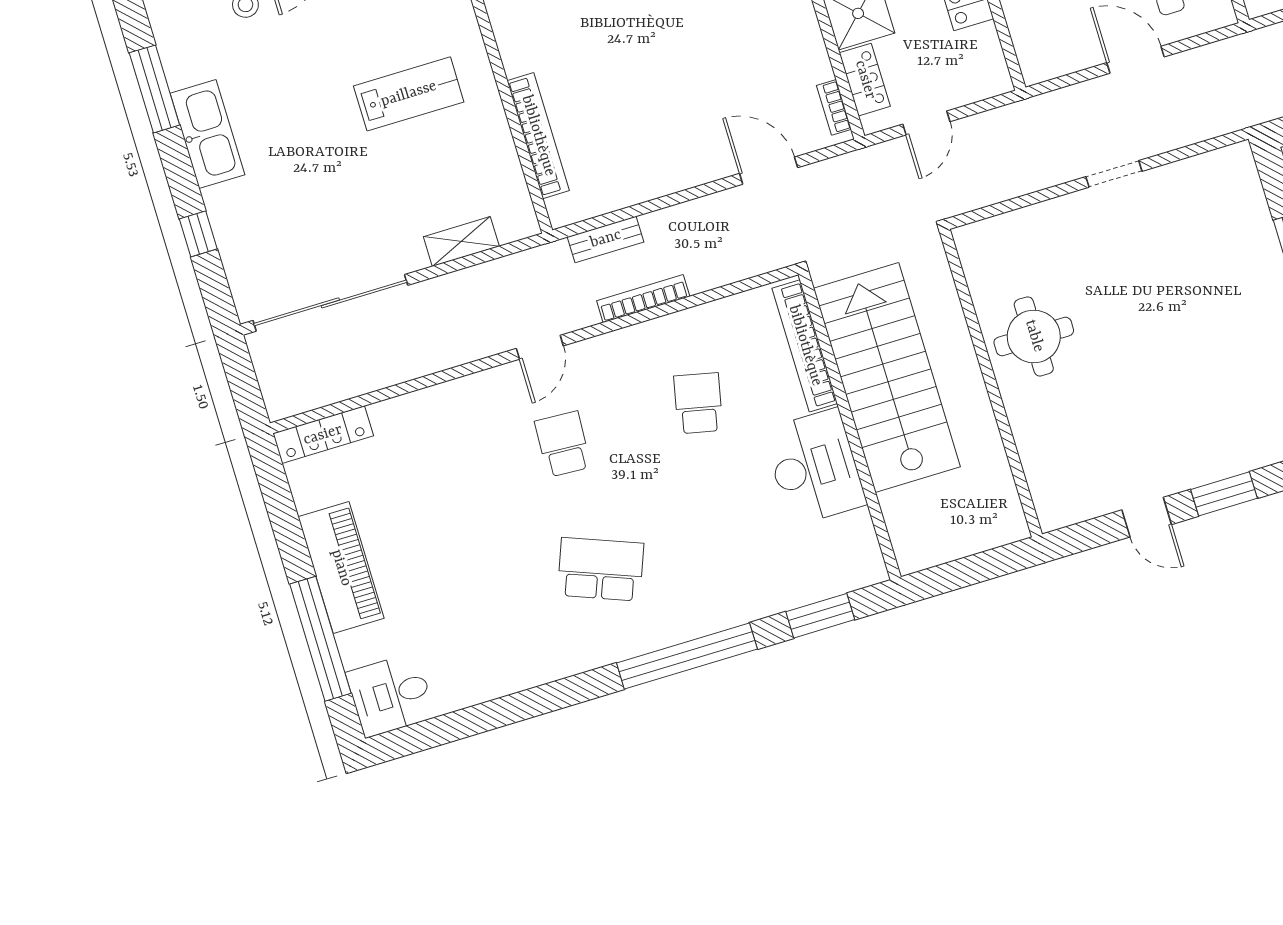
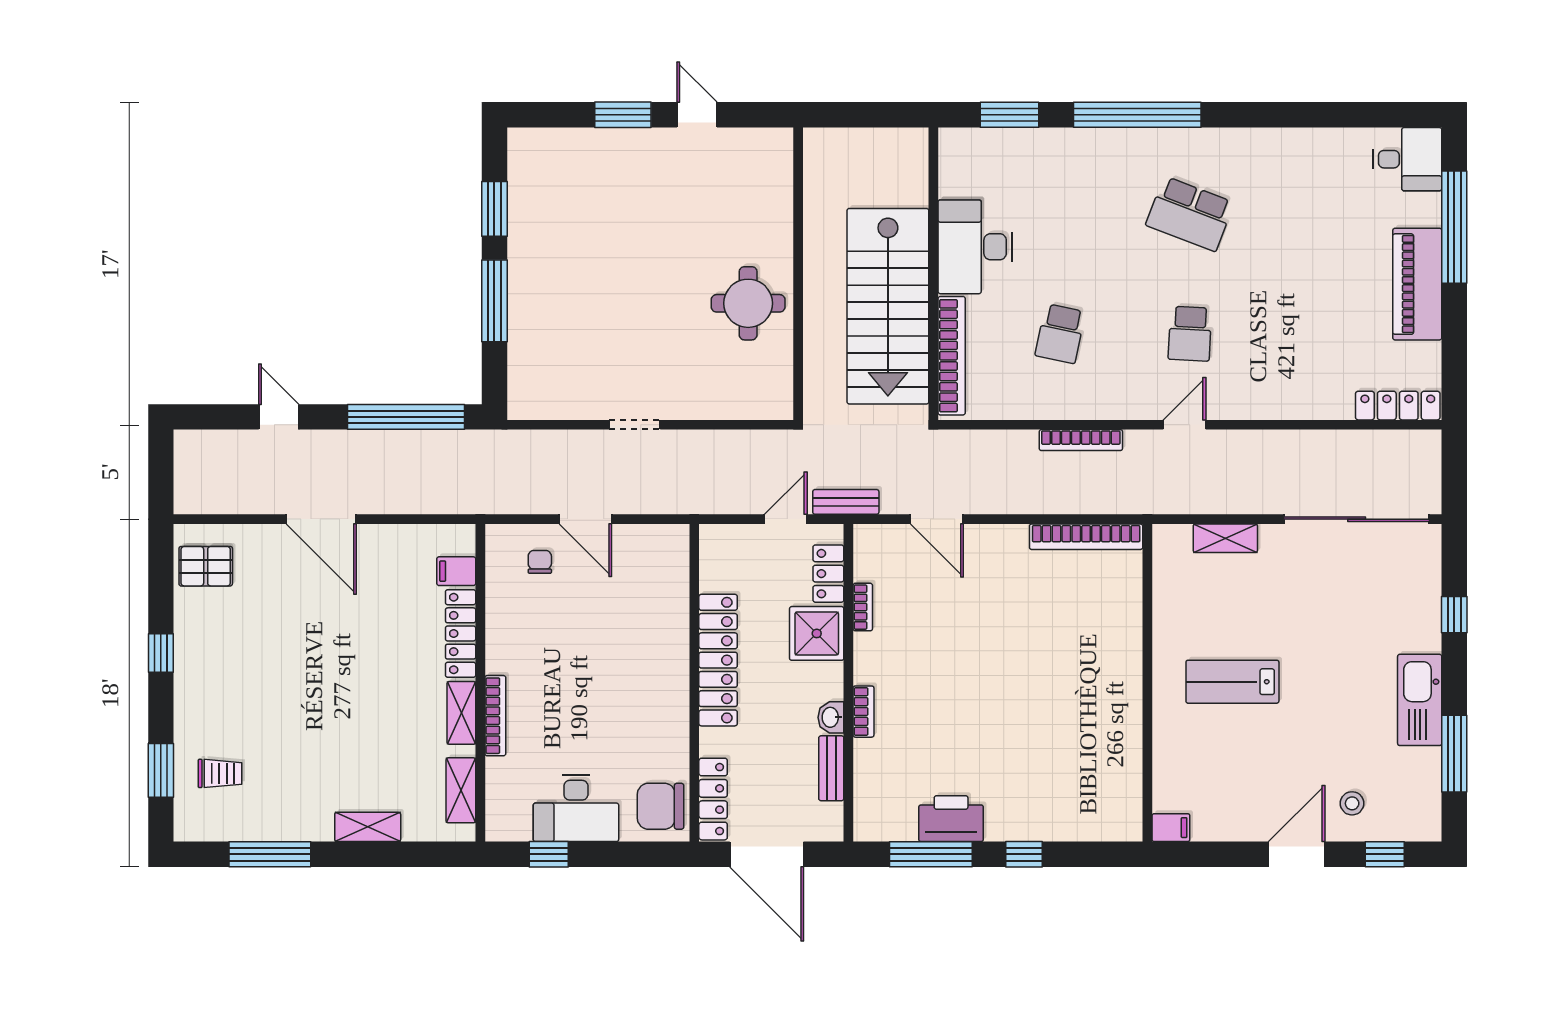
bookcase: (834, 107) -> (863, 607), moved
bookcase: (538, 136) -> (1086, 537), moved, turned -90
bench: (606, 239) -> (846, 502), moved

